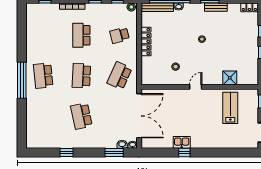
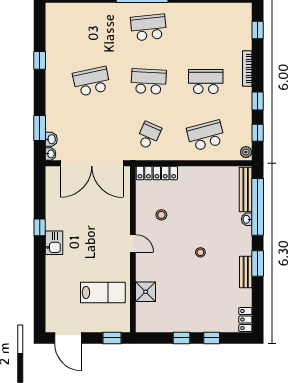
school desk: (120, 35) -> (206, 136), width x1.85
locker: (146, 41) -> (157, 173), moved
school desk: (120, 76) -> (149, 136), width x0.54
kitchen sink: (182, 142) -> (54, 243), moved

